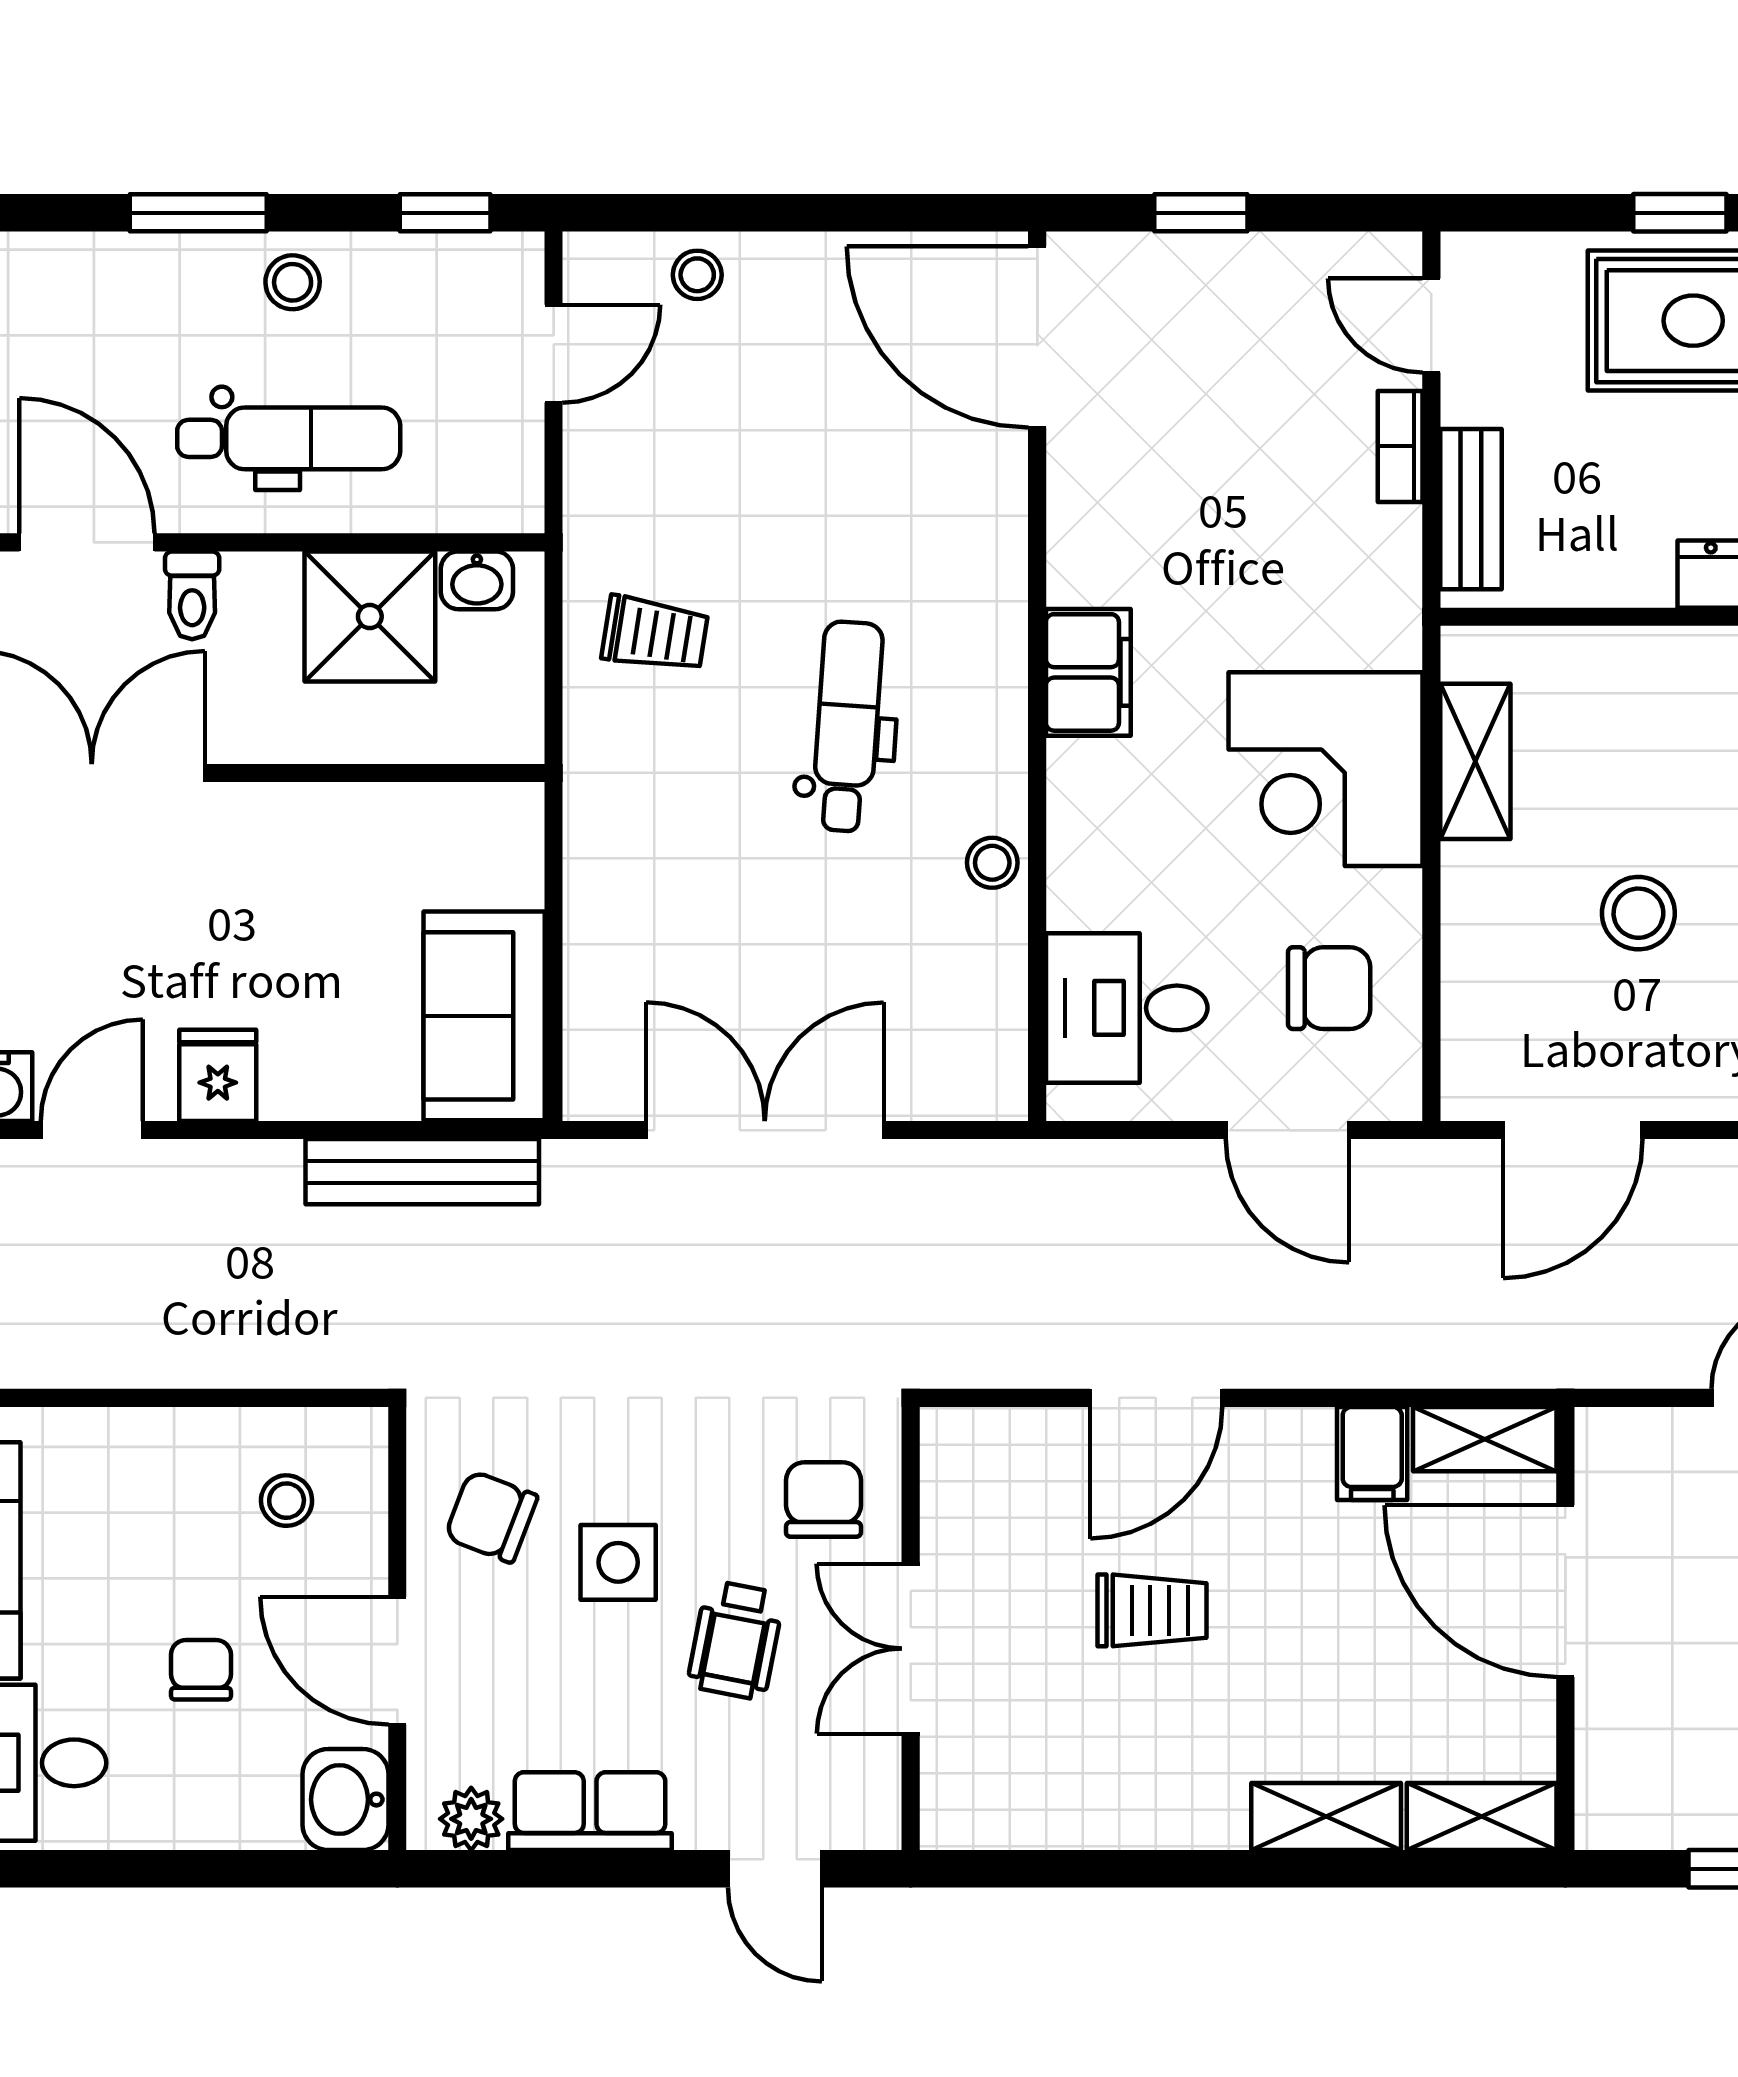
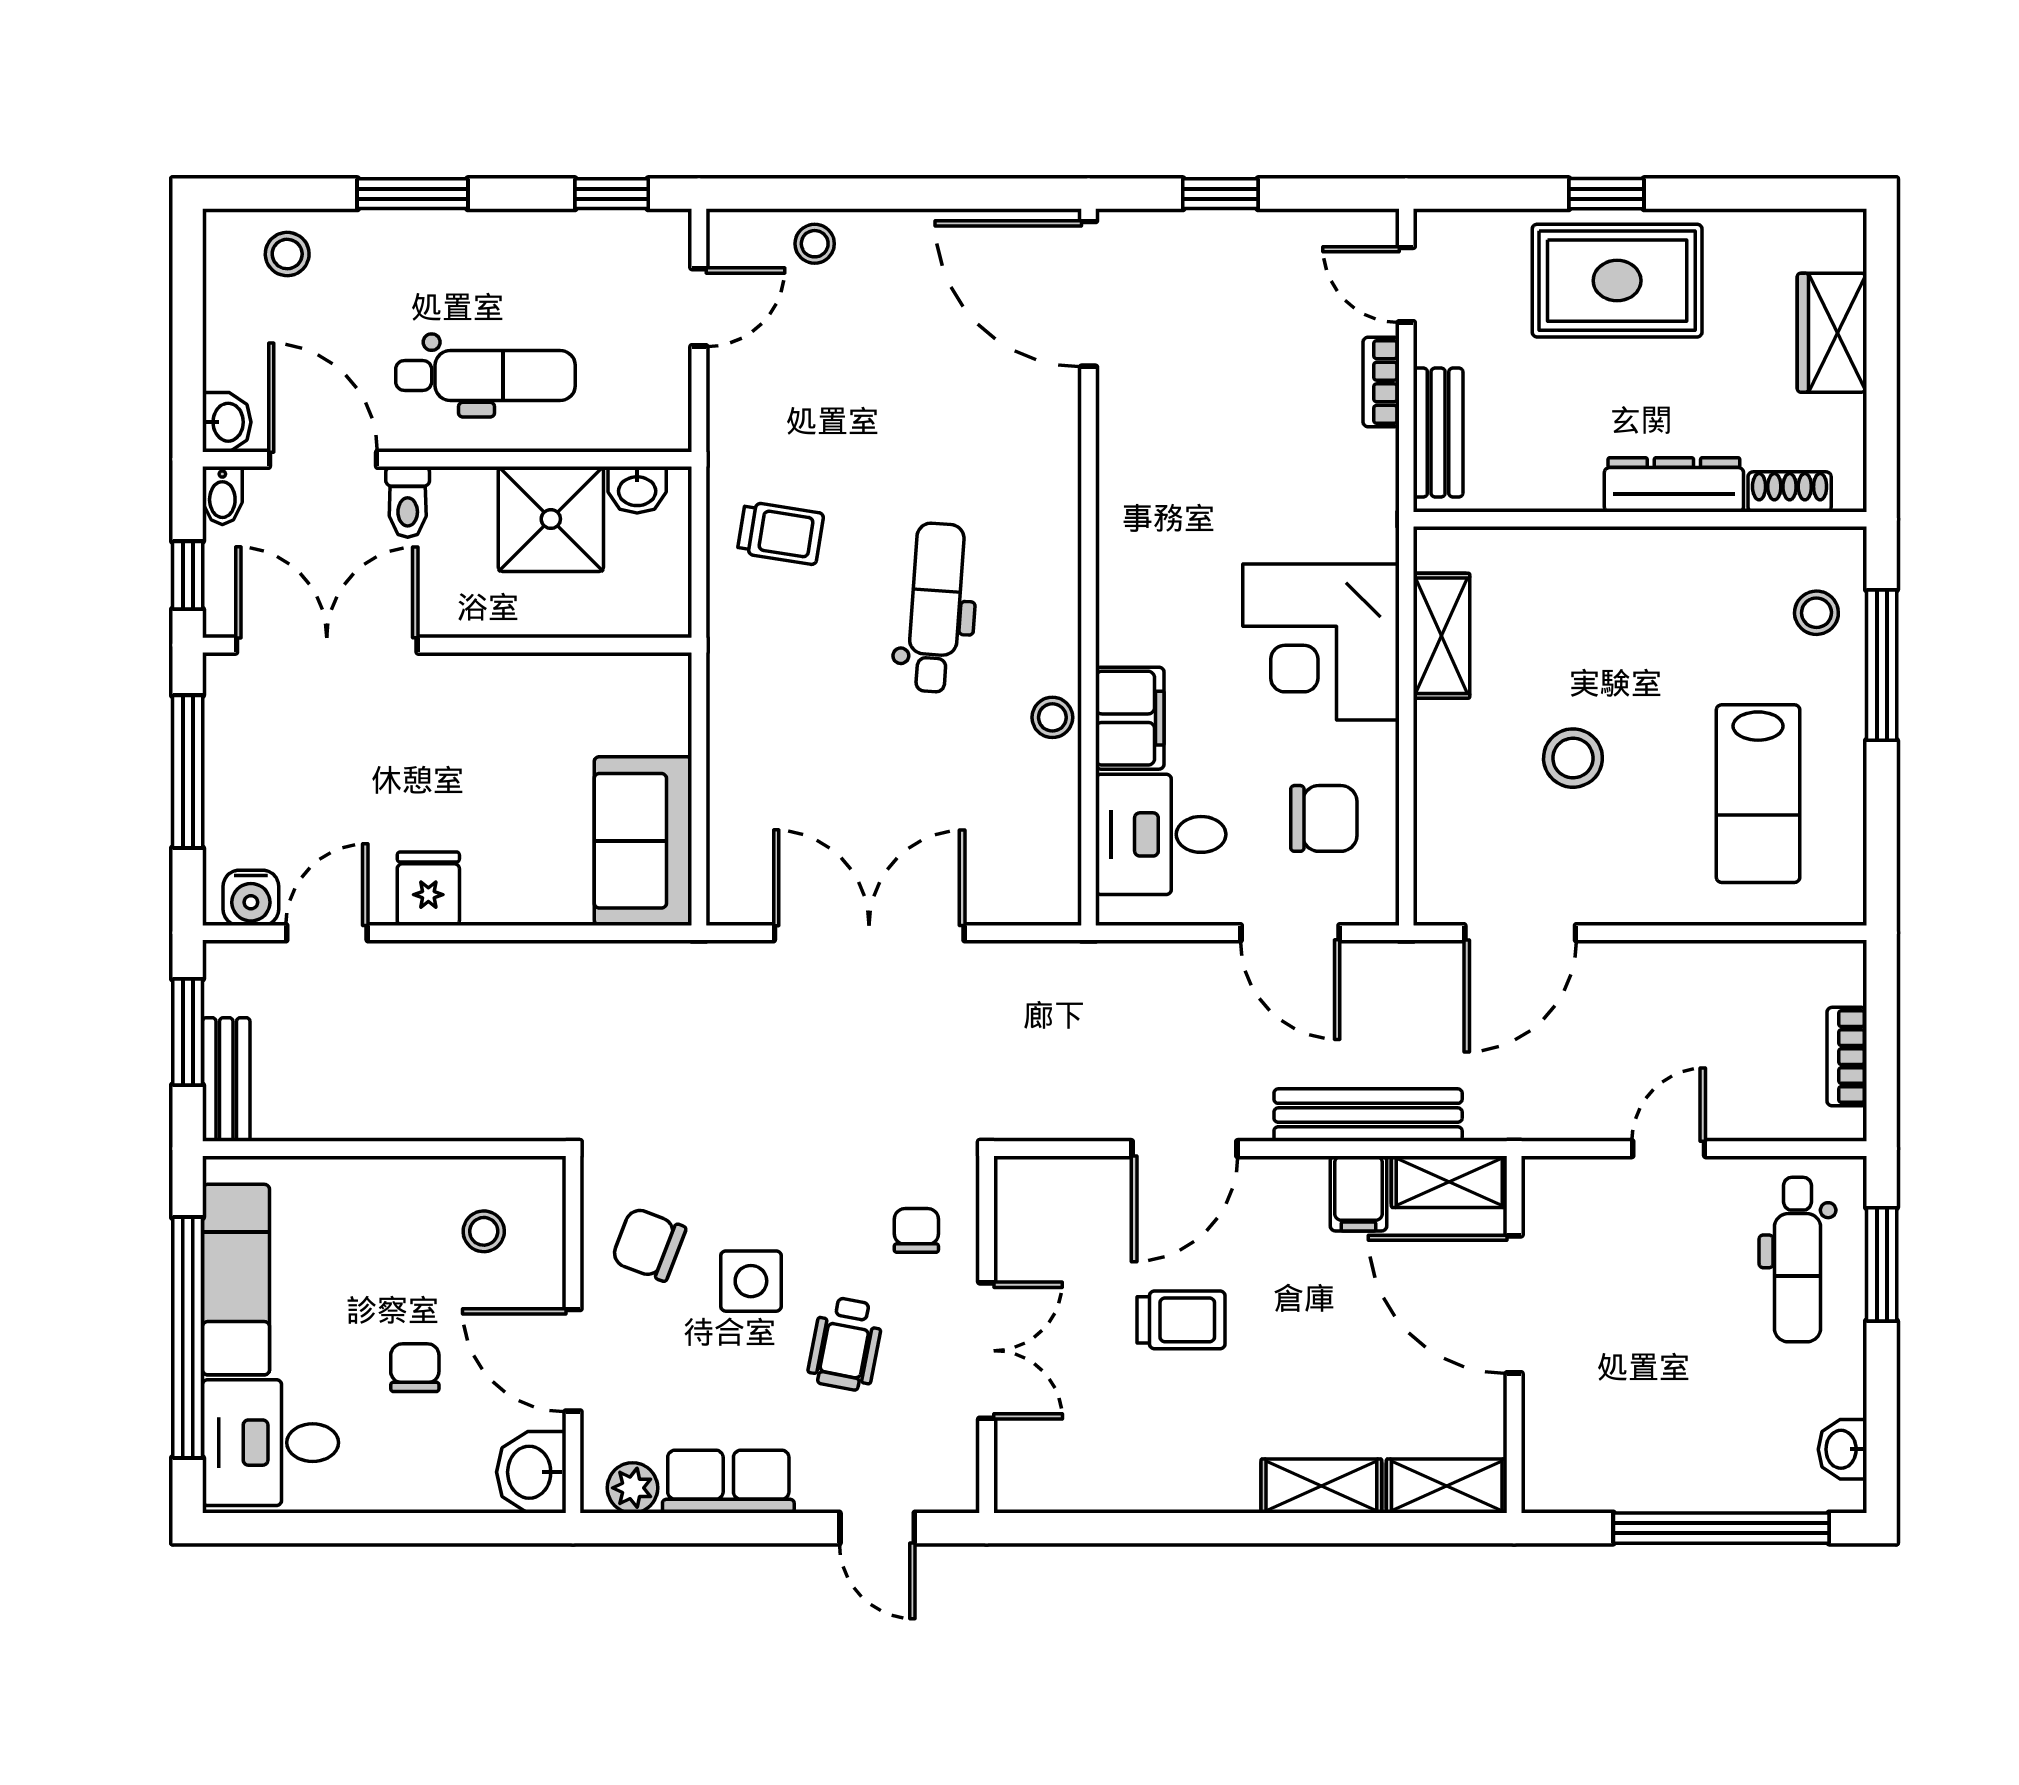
stool: (293, 282) -> (287, 254), moved
filing cabinet: (1088, 672) -> (1130, 718), moved
bench: (422, 1172) -> (1368, 1115), moved
chair: (823, 1500) -> (916, 1230), width x0.73, depth x0.73
double door: (911, 1649) -> (987, 1351), swing flipped

